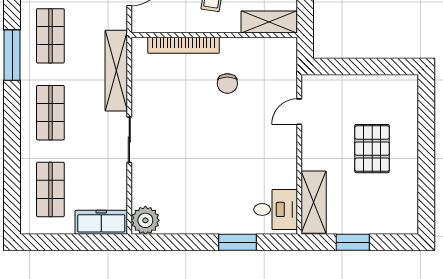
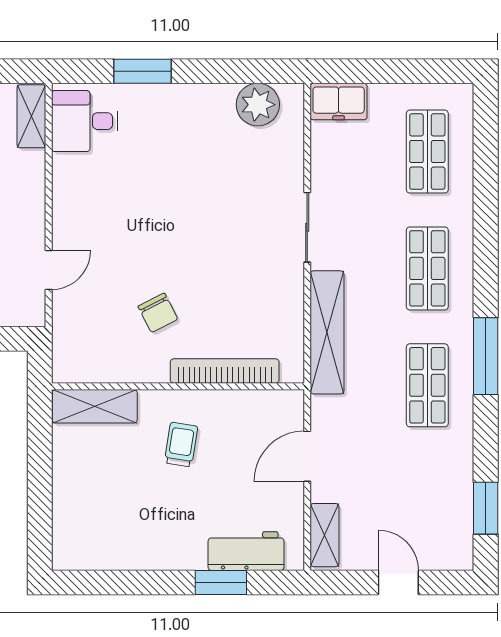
chair: (227, 84) -> (158, 313), turned 153
shelving: (314, 202) -> (31, 116), width x0.67, depth x0.75
plant: (145, 220) -> (258, 105), moved
freezer: (101, 222) -> (339, 102), width x0.71

